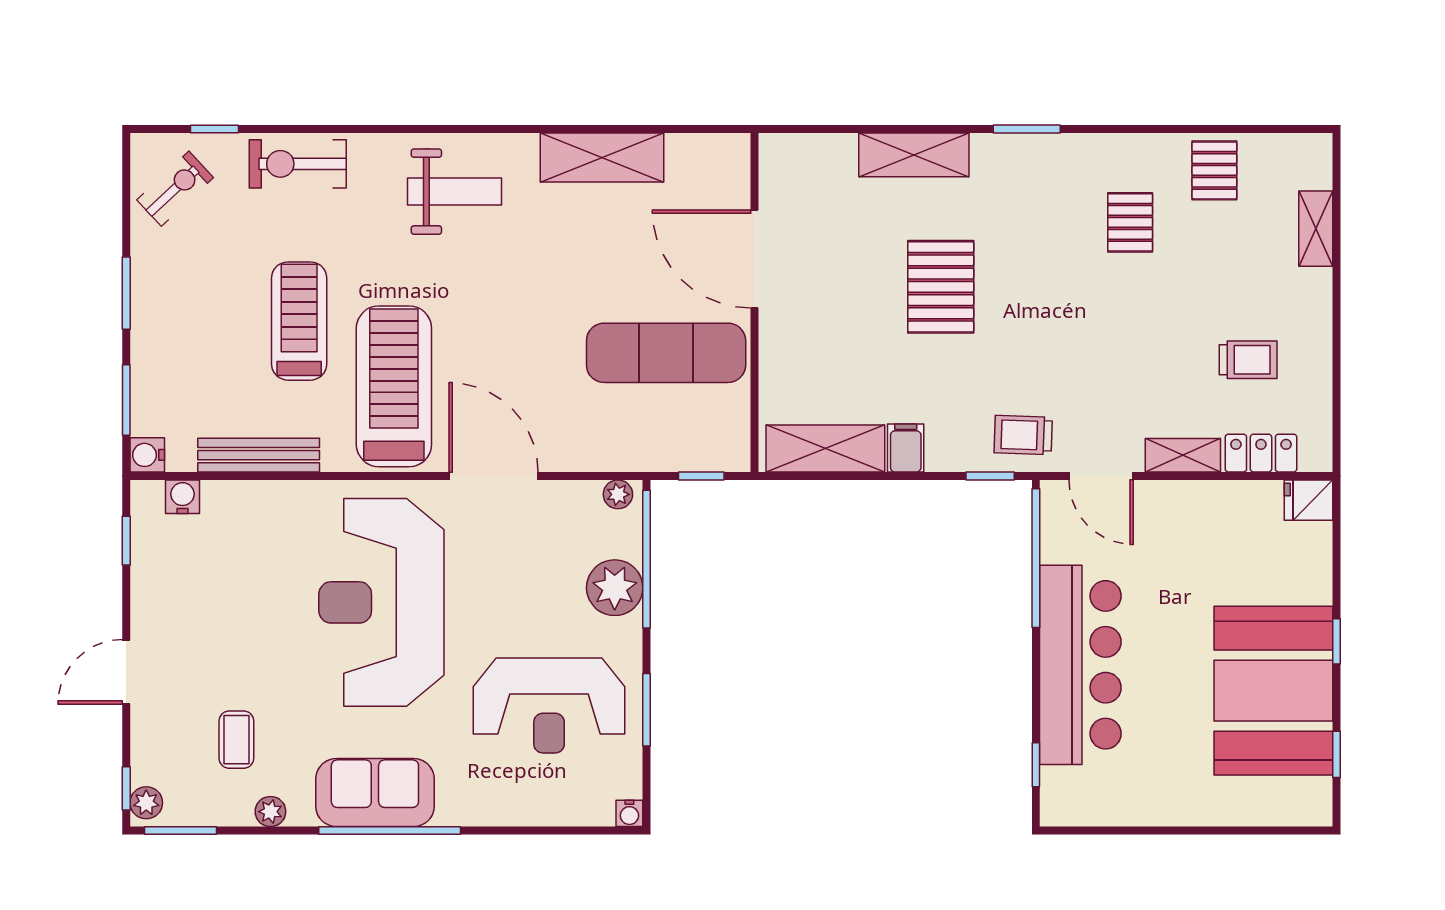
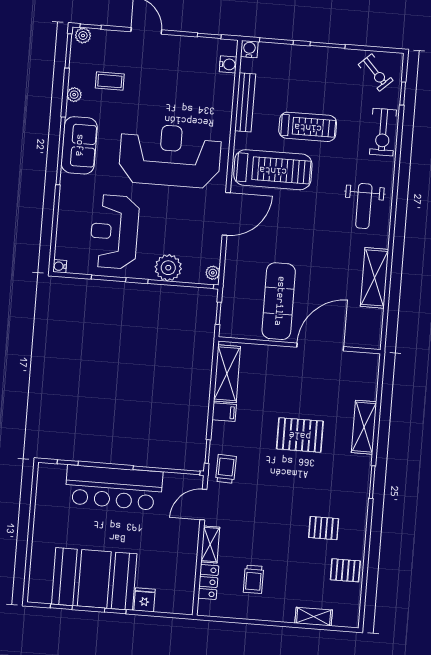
exercise bike: (298, 164) -> (383, 132), turned 180
fridge: (1309, 500) -> (144, 600), moved

